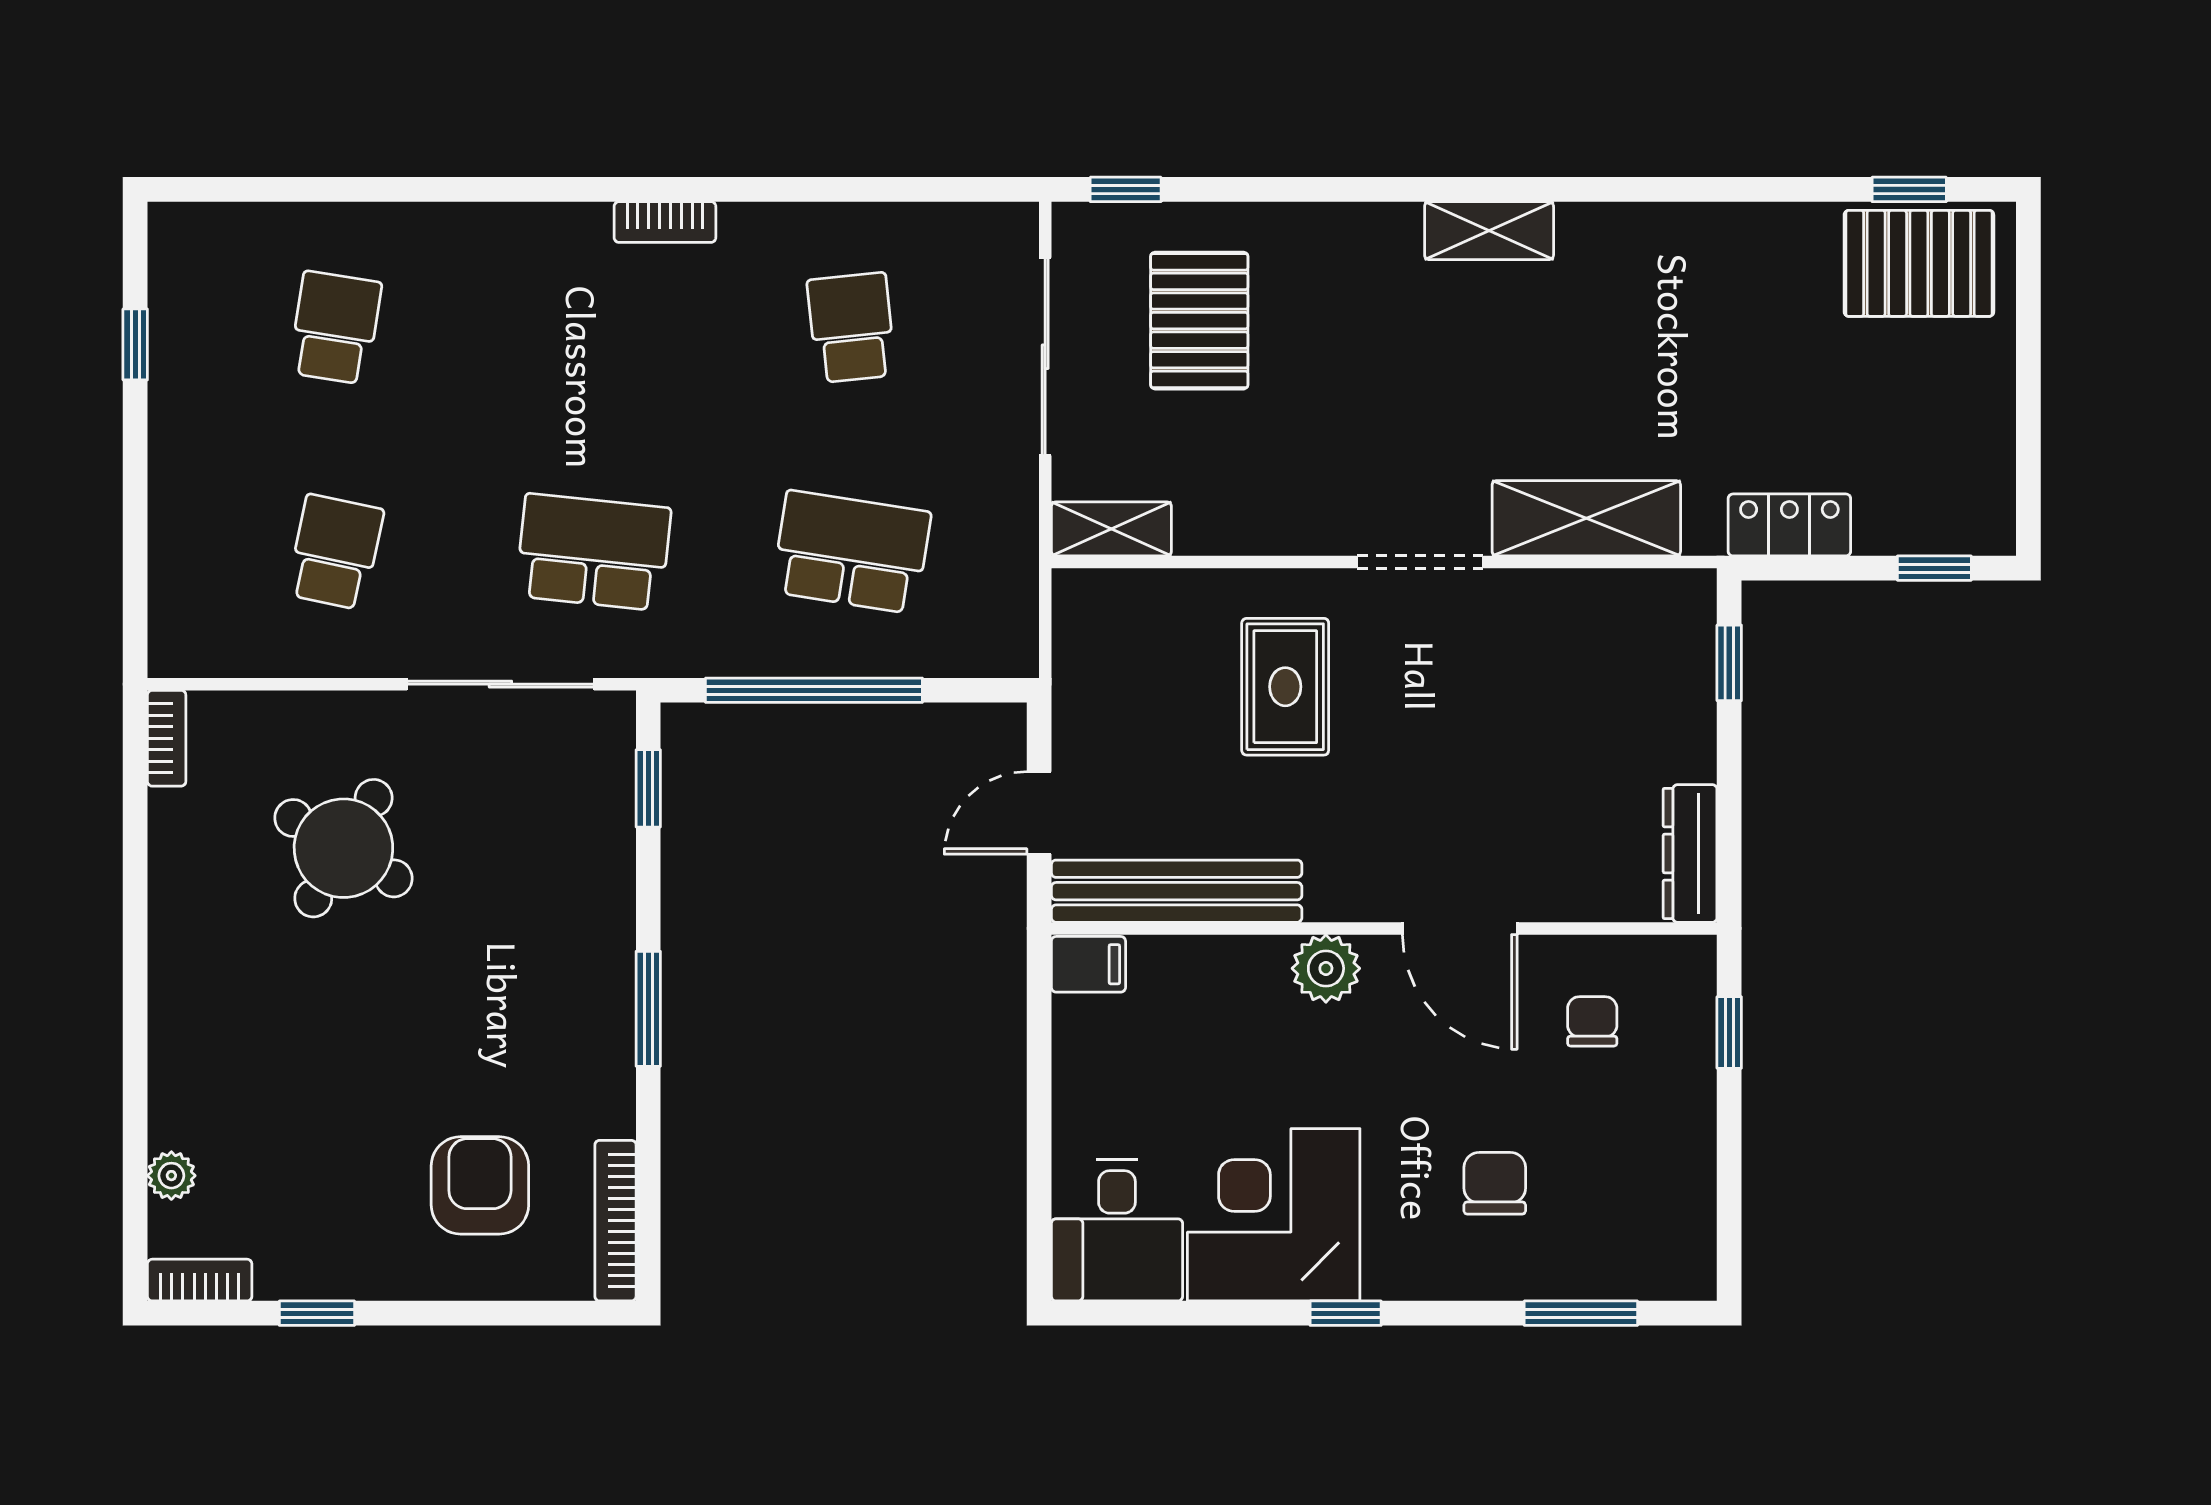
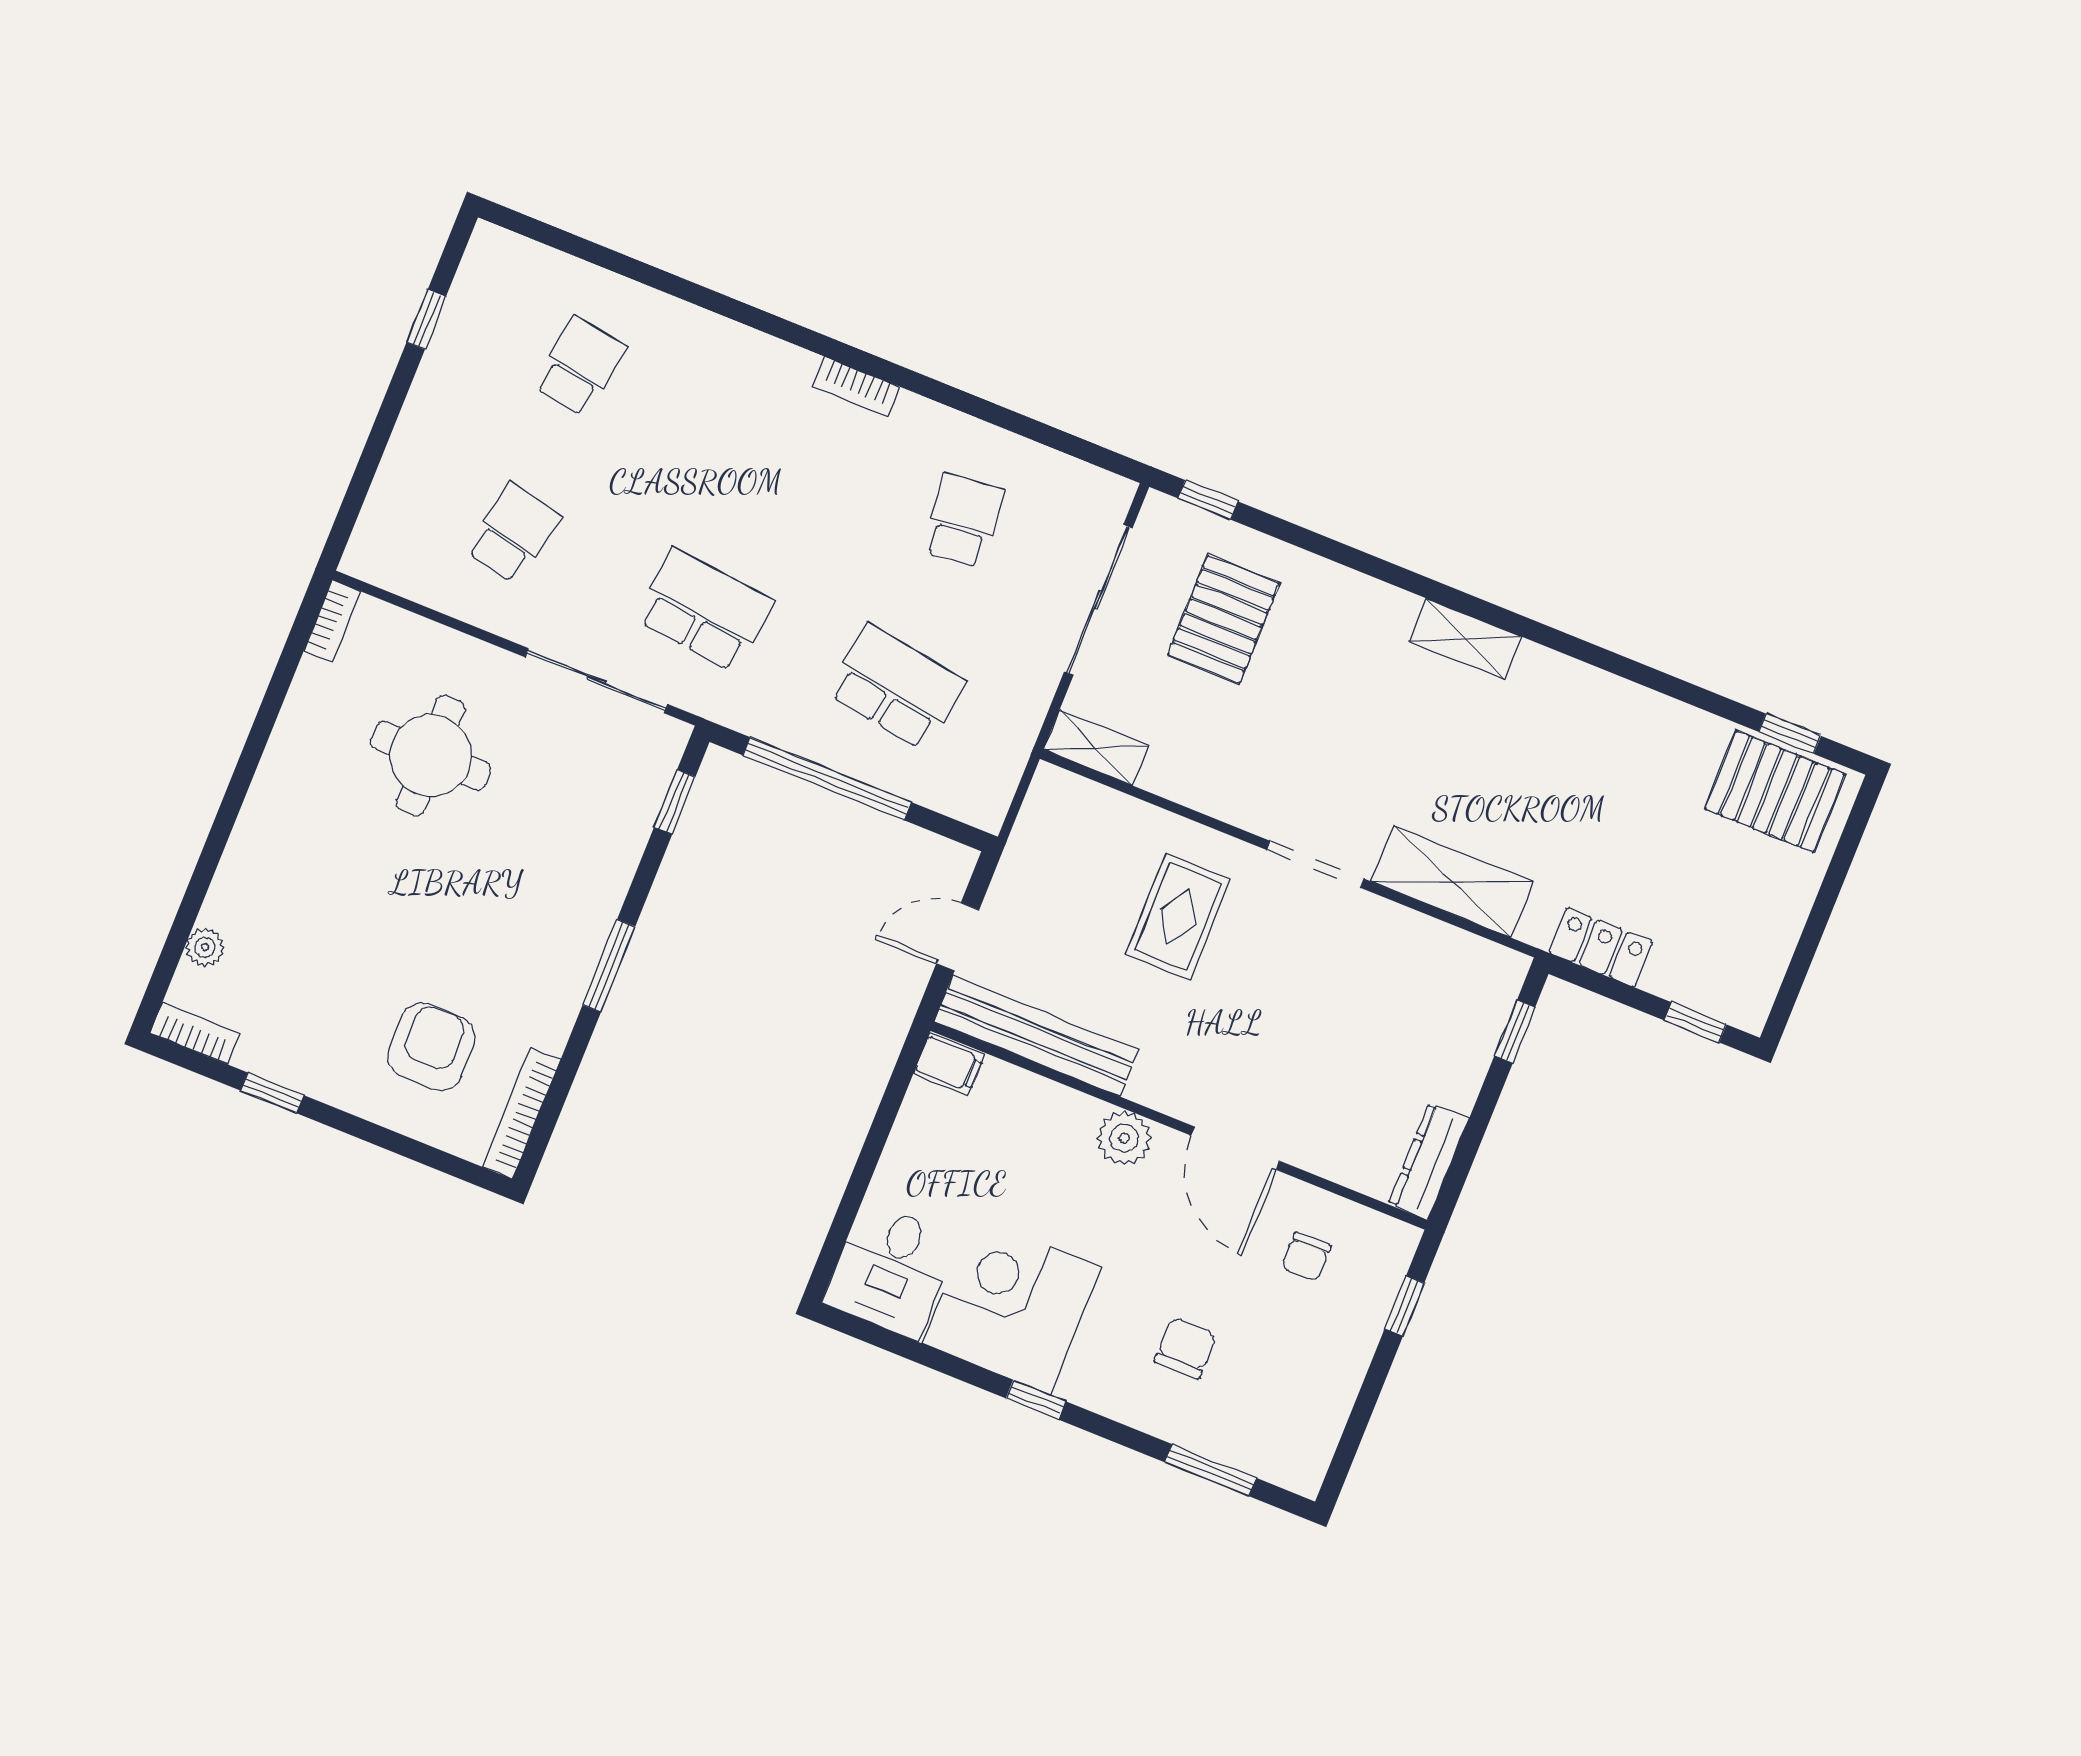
round table: (343, 848) -> (431, 755), turned -31
chair: (1592, 1021) -> (1306, 1257), turned 180

